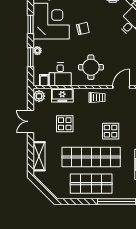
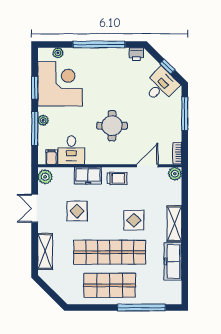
chair: (83, 29) -> (99, 93), removed
window: (31, 57) -> (35, 129), width x1.44
round table: (91, 67) -> (112, 126), moved
freezer: (62, 95) -> (88, 176), moved

